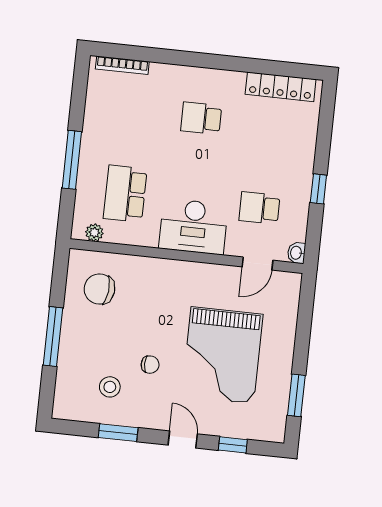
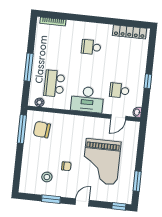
window: (53, 337) -> (22, 129), moved
door: (183, 439) -> (82, 202), hinge flipped
window: (233, 445) -> (119, 206), moved

